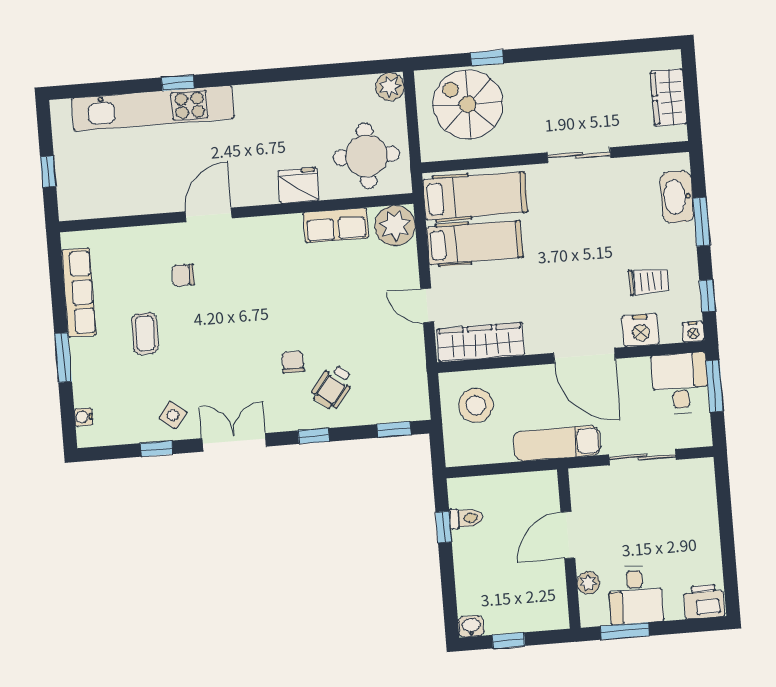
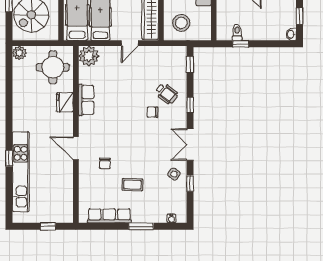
row of seats: (336, 225) -> (86, 100), moved

